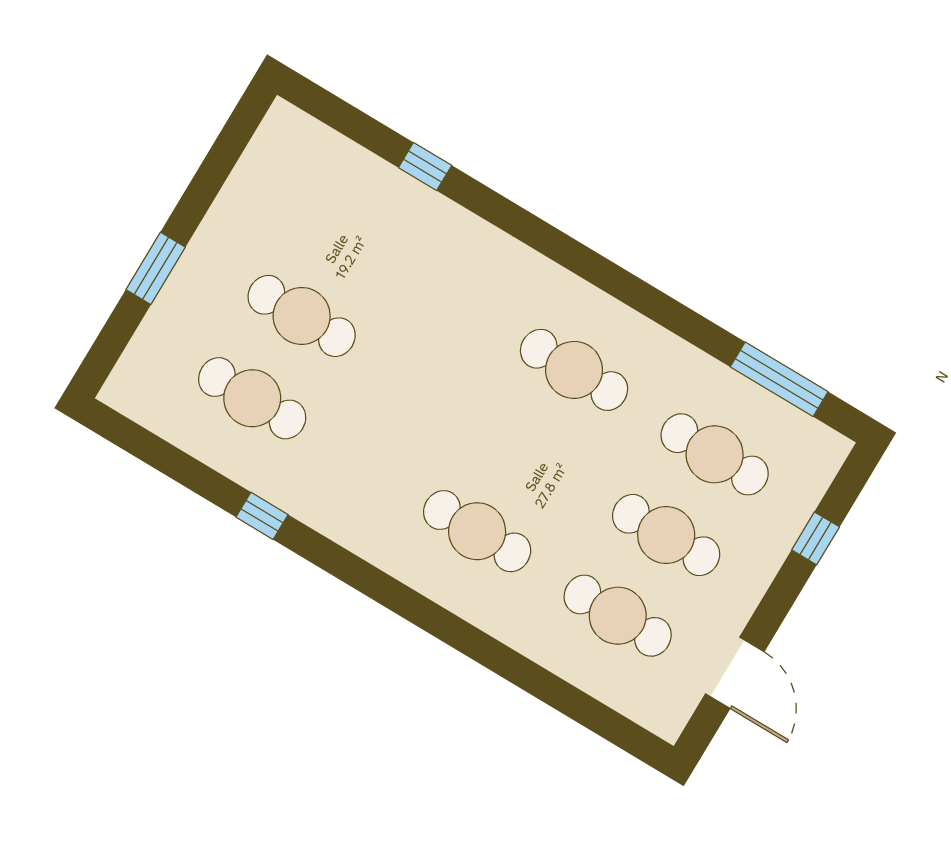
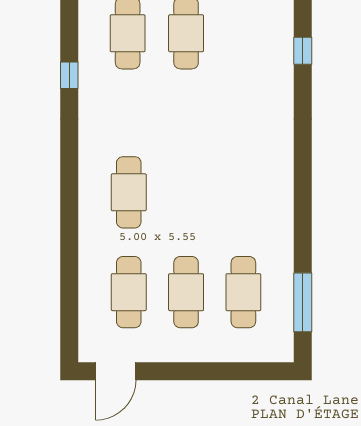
cafe table: (574, 370) -> (243, 192), removed
window: (816, 538) -> (231, 371), removed
door: (735, 673) -> (116, 371), moved

